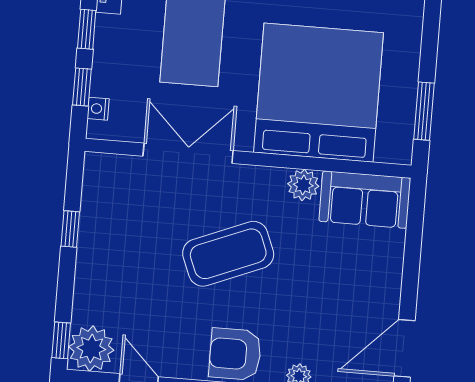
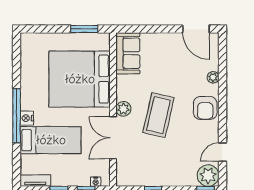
plant: (303, 185) -> (123, 109), moved
coffee table: (228, 254) -> (158, 115), turned 35

